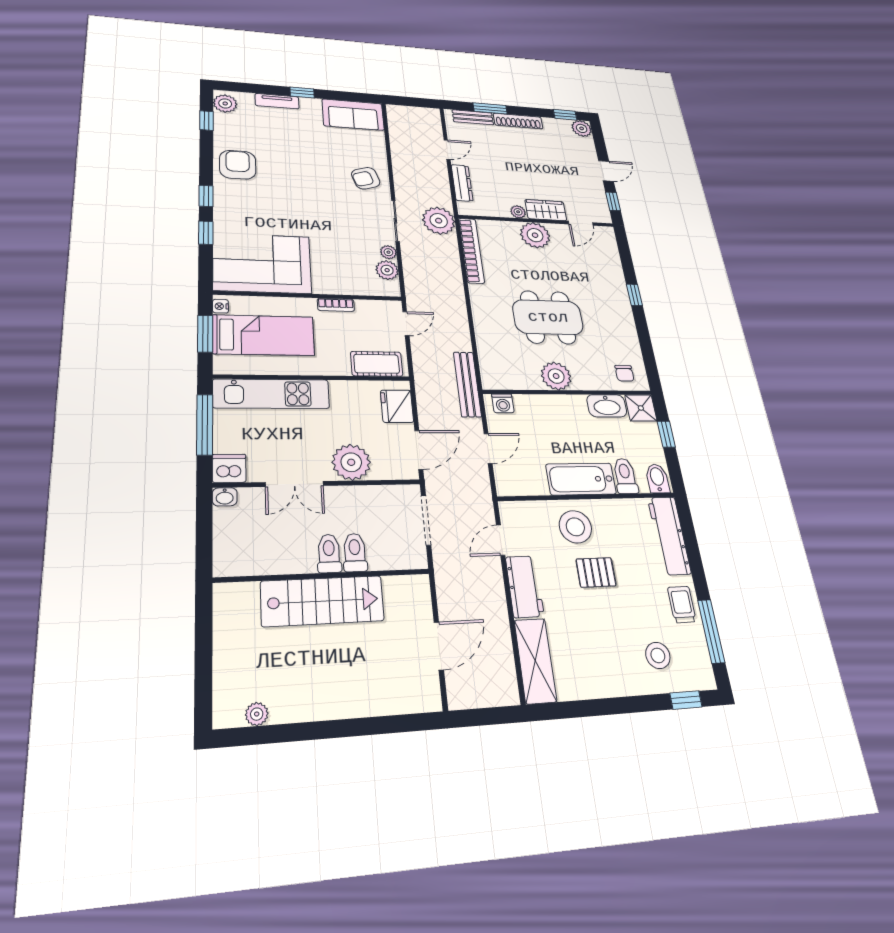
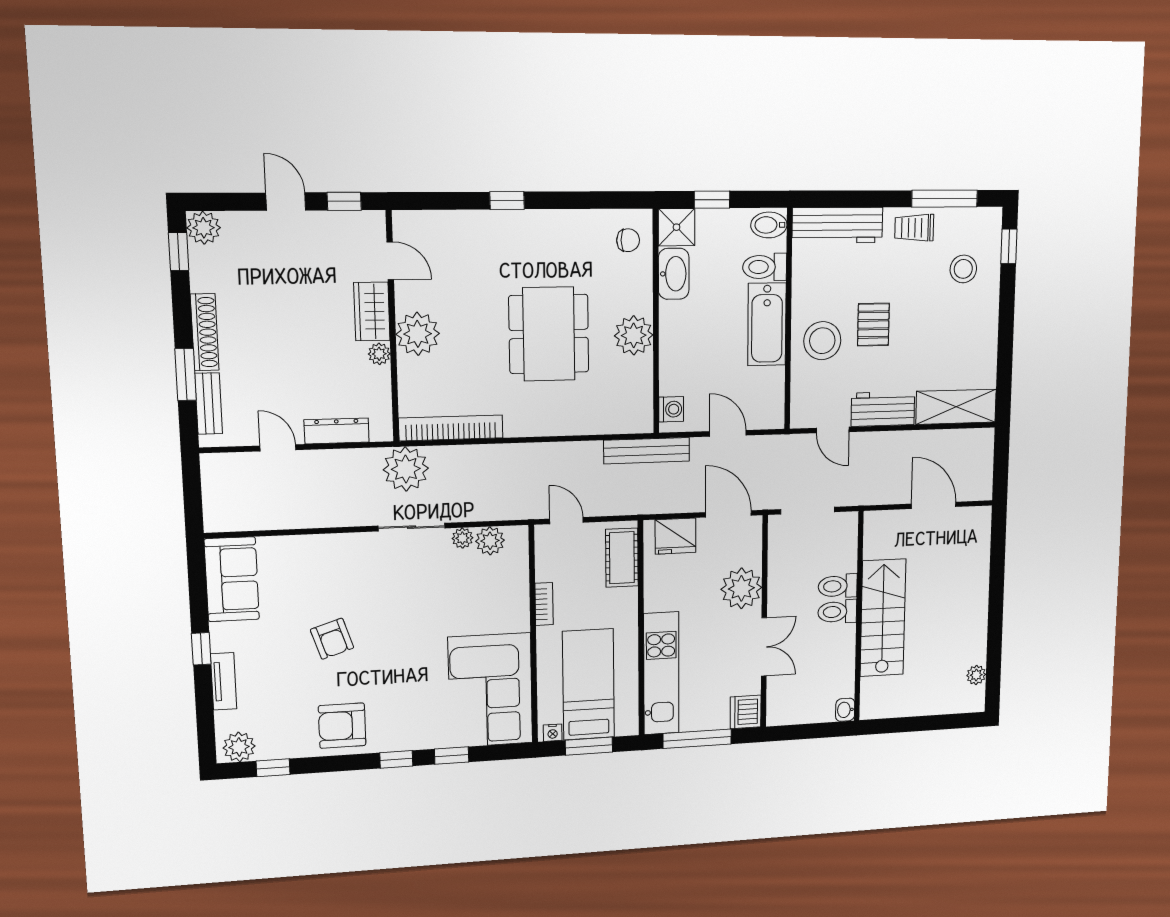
armchair: (366, 178) -> (332, 639), moved
washbasin: (225, 497) -> (845, 710), moved, turned 180

